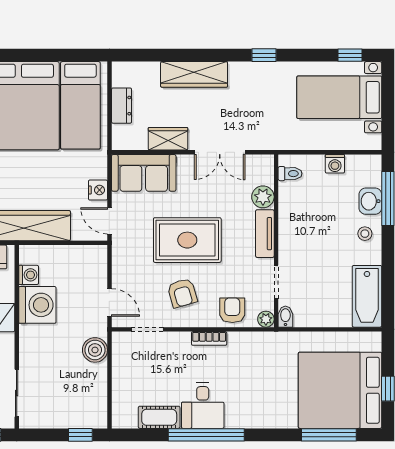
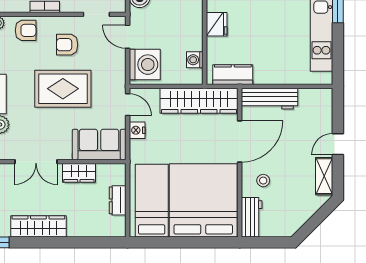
wardrobe: (194, 74) -> (38, 226), moved
double door: (220, 152) -> (36, 162), swing flipped
armchair: (182, 293) -> (67, 45), turned -74
washing machine: (37, 305) -> (145, 65), moved, turned 180
armchair: (232, 310) -> (26, 30), turned -90

